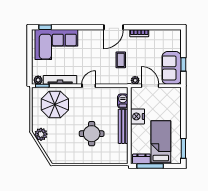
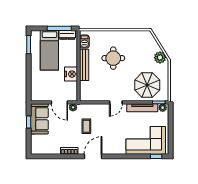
barbecue: (123, 101) -> (84, 42), moved

